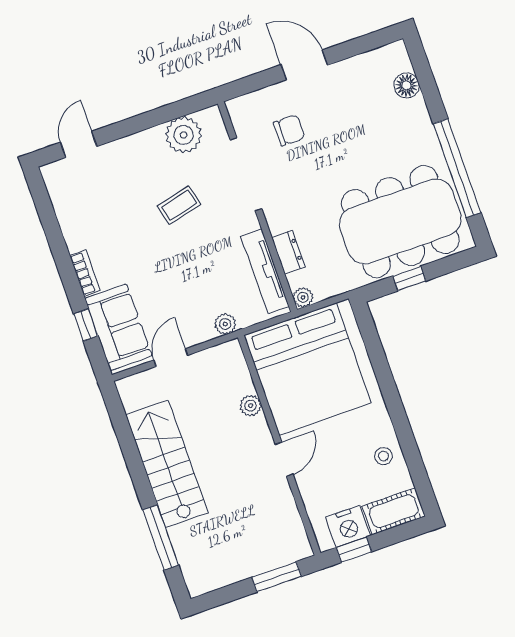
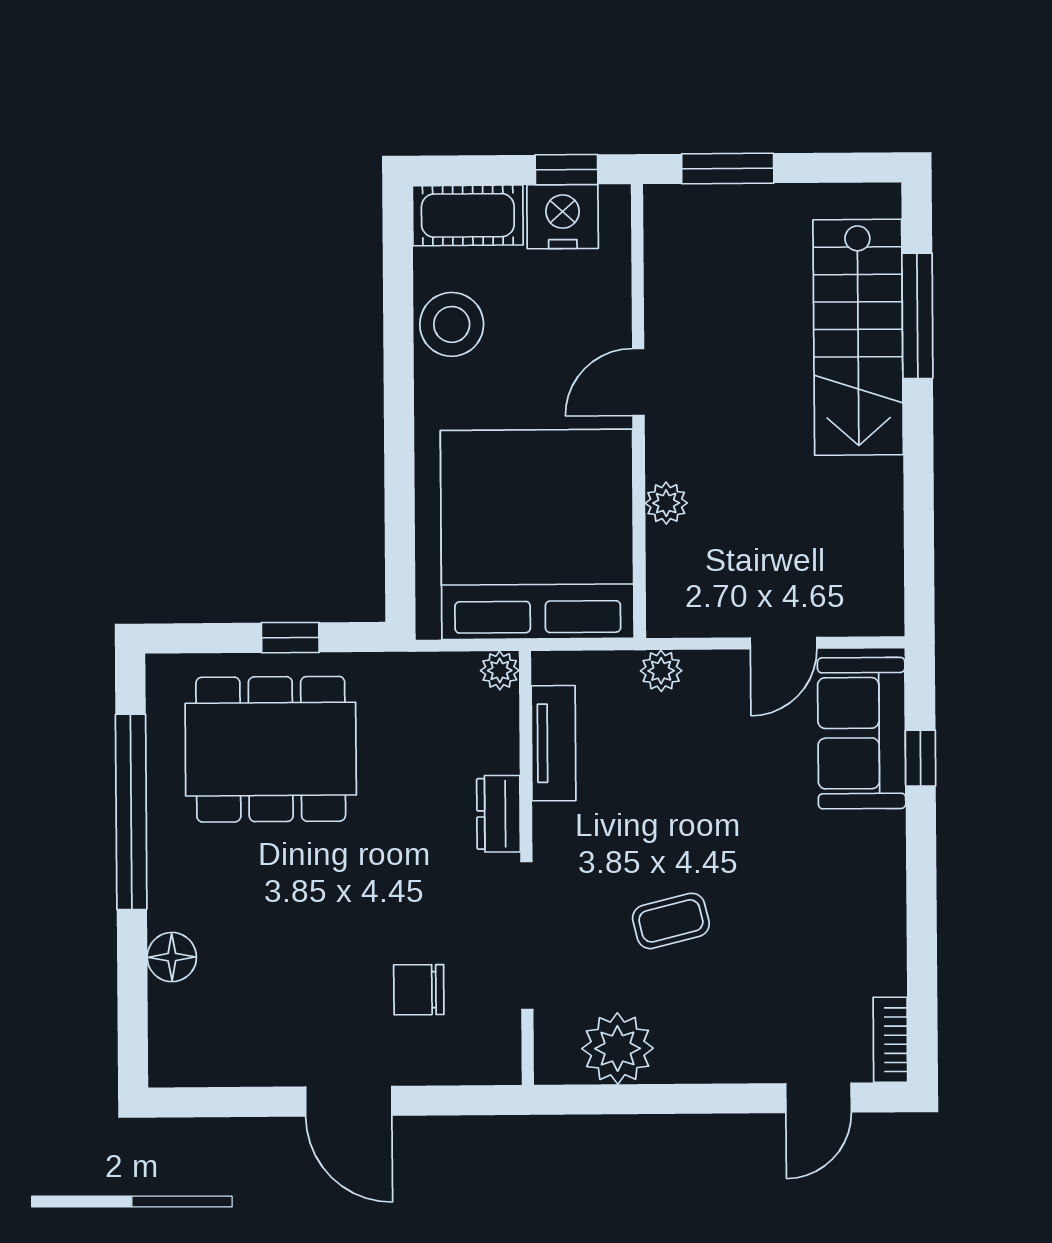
floor lamp: (406, 85) -> (172, 957), moved
dining table: (400, 221) -> (271, 749), width x0.73, depth x0.80
dresser: (288, 252) -> (498, 814), moved
tv unit: (265, 271) -> (554, 743), width x0.71
bookcase: (85, 273) -> (890, 1040), moved
stool: (384, 456) -> (452, 324), width x1.89, depth x1.89
stairs: (167, 464) -> (858, 337), moved

